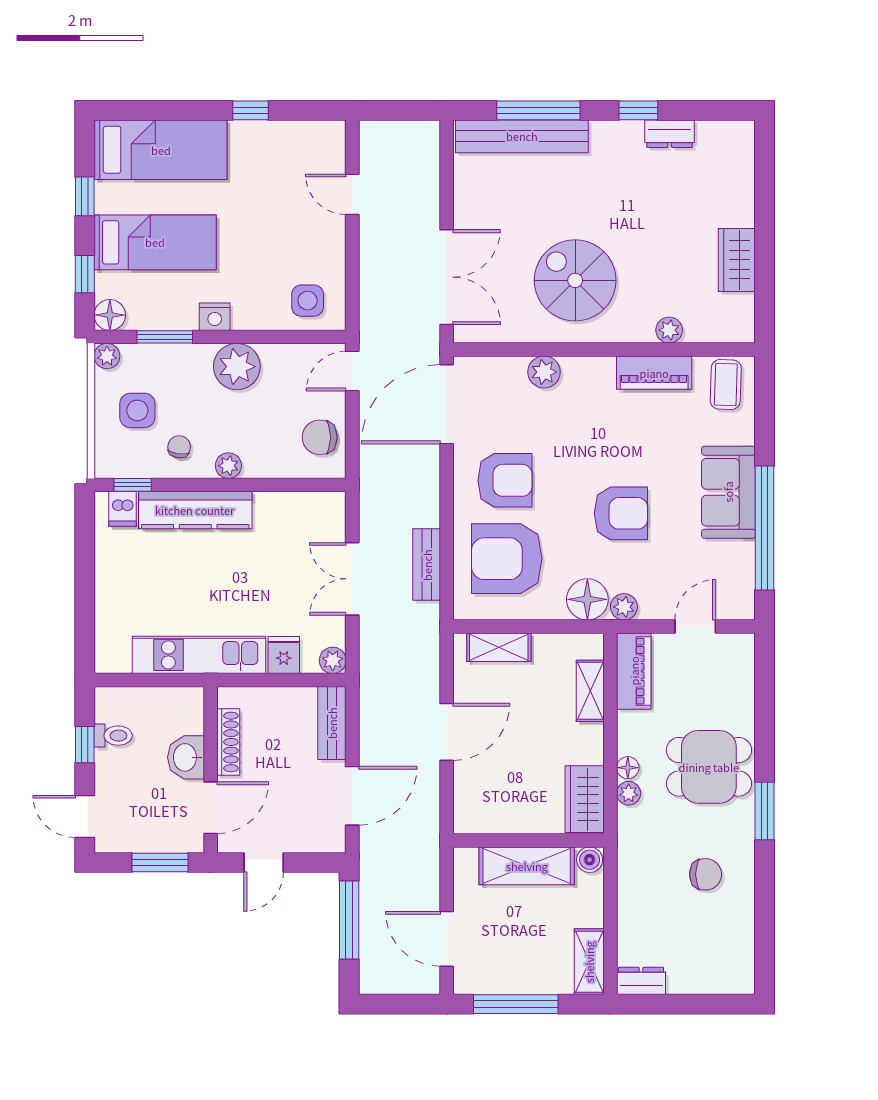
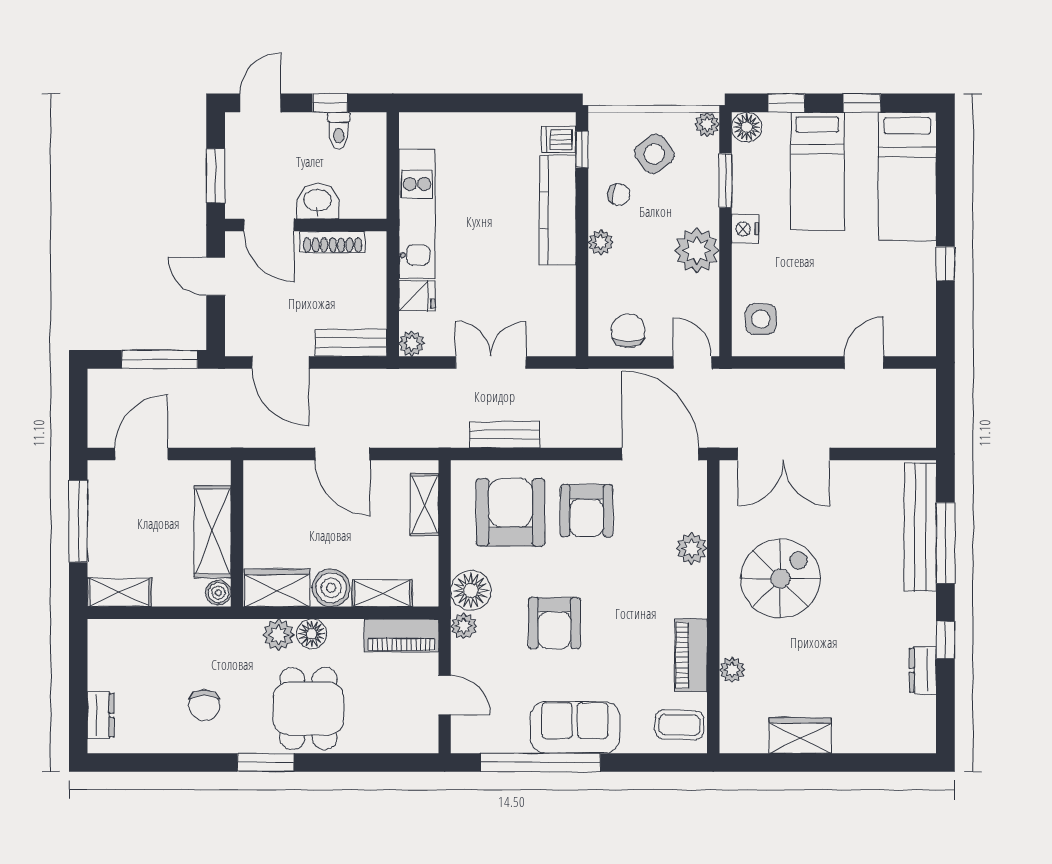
side table: (137, 410) -> (654, 154), turned -38
boiler: (585, 744) -> (331, 588), added
floor lamp: (628, 768) -> (312, 634), width x1.37, depth x1.37
plant: (629, 793) -> (278, 635), width x1.38, depth x1.38
dresser: (641, 981) -> (101, 715), moved

